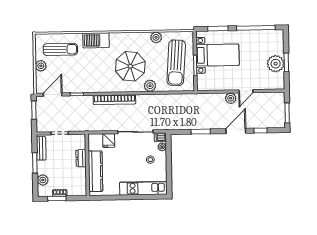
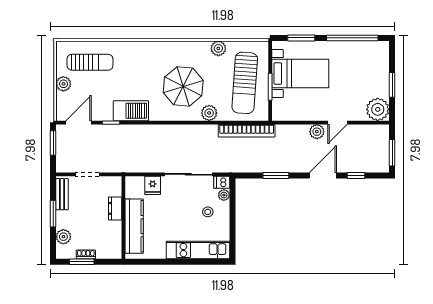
barbecue: (96, 40) -> (131, 111), moved, turned 180
plant: (276, 64) -> (378, 109), moved
bookcase: (114, 100) -> (247, 131), moved

